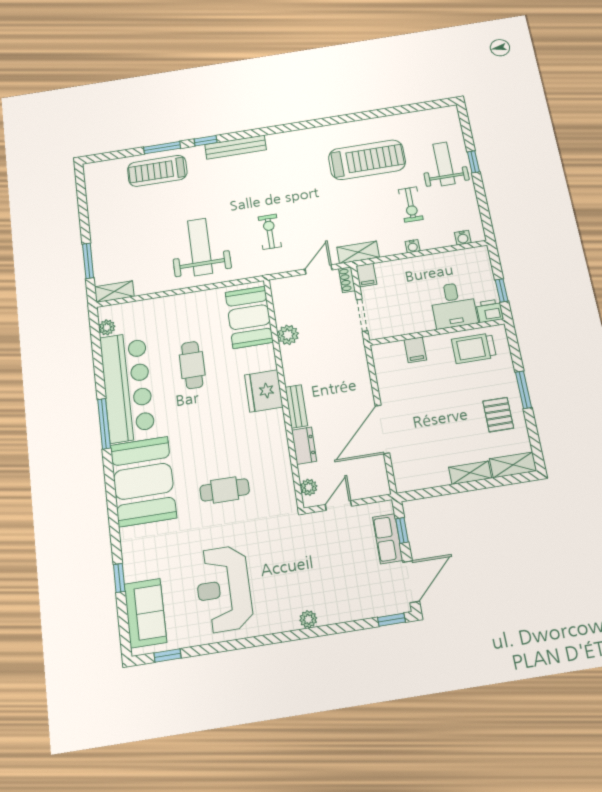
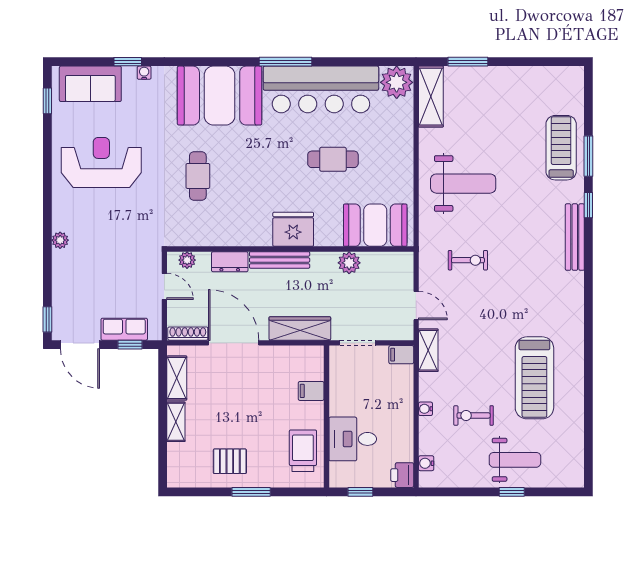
shoe rack: (347, 280) -> (188, 334), moved, width x1.43
shelving: (114, 292) -> (431, 97), width x1.50, depth x1.33
printer: (490, 311) -> (402, 475), moved, turned 180
plant: (107, 327) -> (397, 82), width x1.87, depth x1.87
wardrobe: (358, 370) -> (300, 328), added
bench: (296, 406) -> (280, 260), width x1.36
shelving: (513, 465) -> (177, 378), moved
water cooler: (129, 560) -> (144, 73), added

